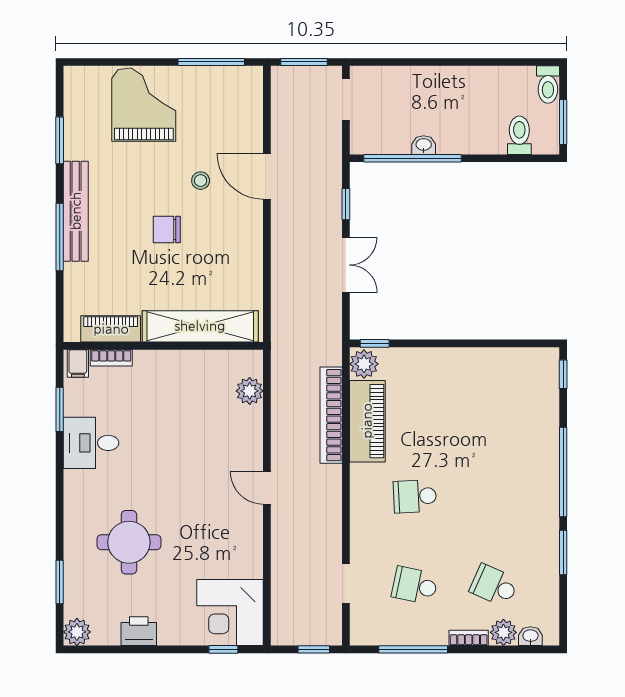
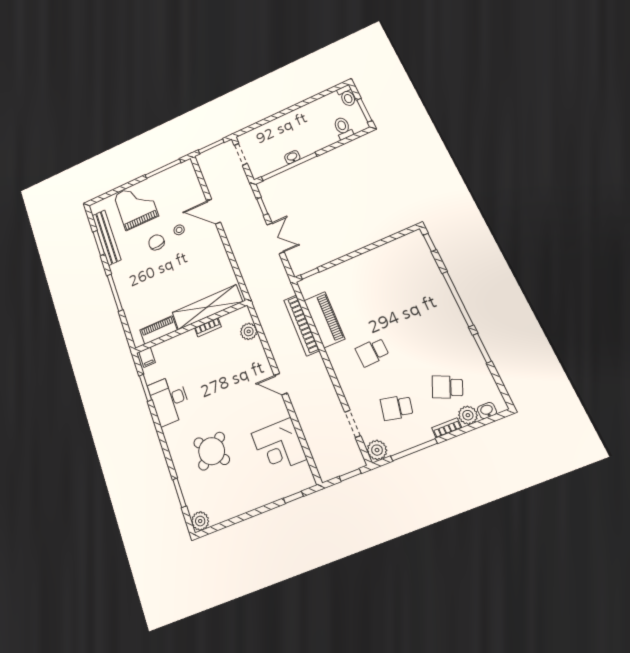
bench: (76, 211) -> (106, 237), moved
chair: (167, 229) -> (156, 242), moved, turned 84
bookcase: (111, 358) -> (208, 327), moved
plant: (364, 364) -> (377, 450), moved
desk: (91, 443) -> (169, 400), width x1.37
round table: (129, 542) -> (212, 451), turned -38
corner desk: (230, 613) -> (279, 446), moved
printer: (139, 631) -> (237, 506), removed

